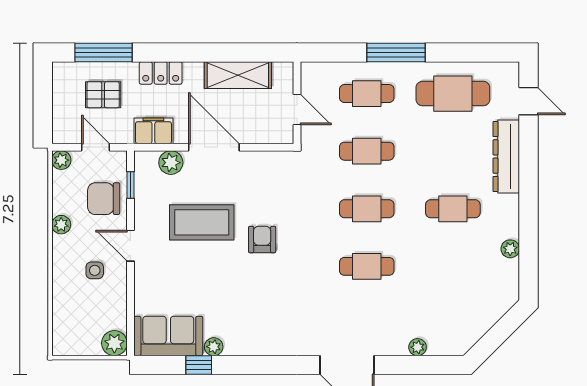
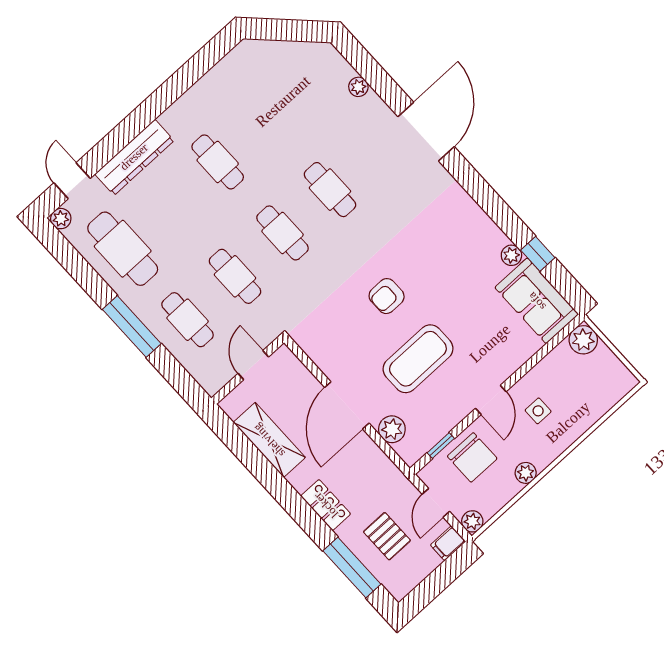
filing cabinet: (153, 131) -> (448, 543), moved, width x0.50
coffee table: (202, 222) -> (418, 359), turned 90
plant: (510, 249) -> (61, 219), moved

